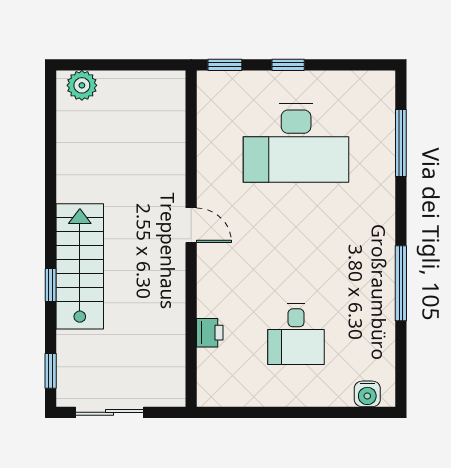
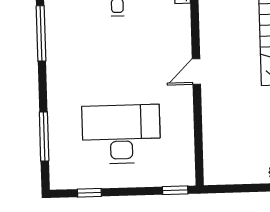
window: (288, 65) -> (89, 193), moved
door: (191, 225) -> (196, 71), hinge flipped

